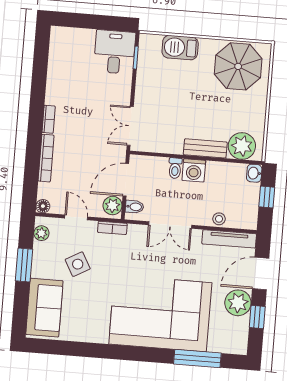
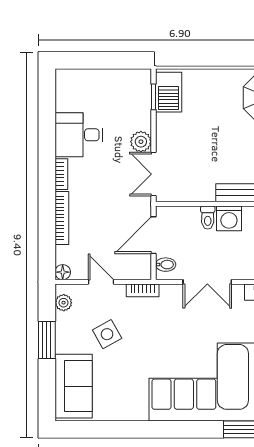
barbecue: (180, 48) -> (169, 92), moved, turned -90
desk: (115, 52) -> (79, 135), moved, turned -90
plant: (113, 206) -> (141, 142), moved

